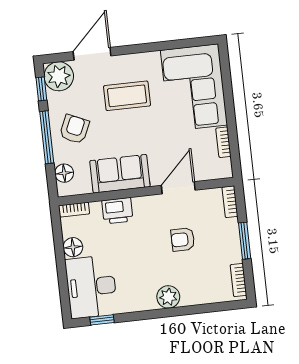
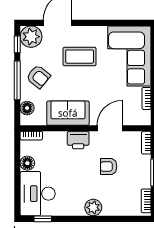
armchair: (74, 129) -> (38, 77), turned 105
printer: (117, 211) -> (78, 140), moved

